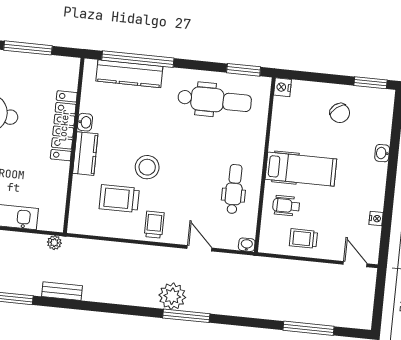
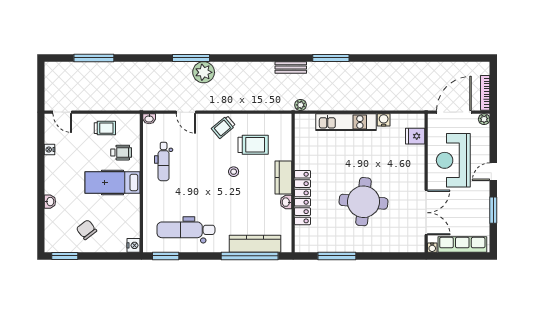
stool: (147, 167) -> (234, 172), width x0.53, depth x0.53
trolley: (154, 225) -> (223, 127), turned 50

